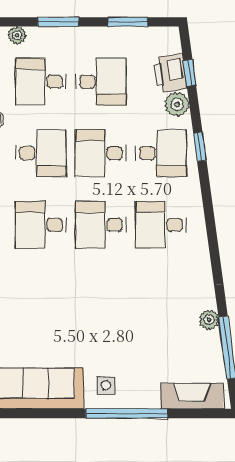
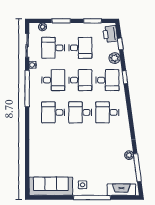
printer: (170, 73) -> (110, 34), moved
desk: (101, 153) -> (80, 80), turned 180

